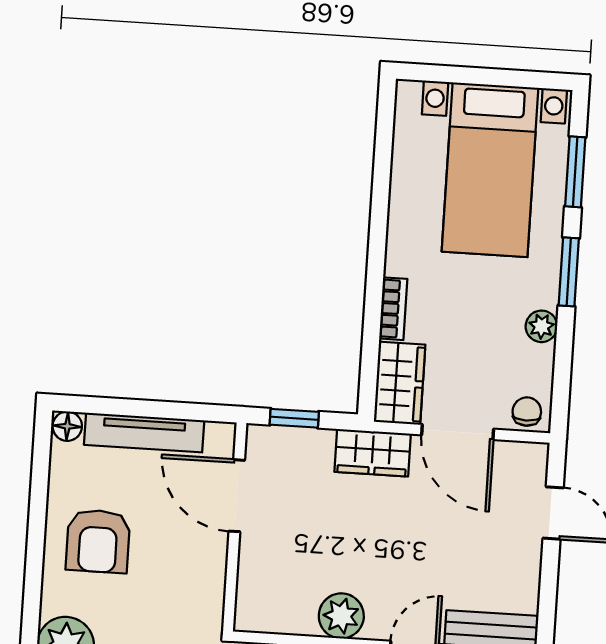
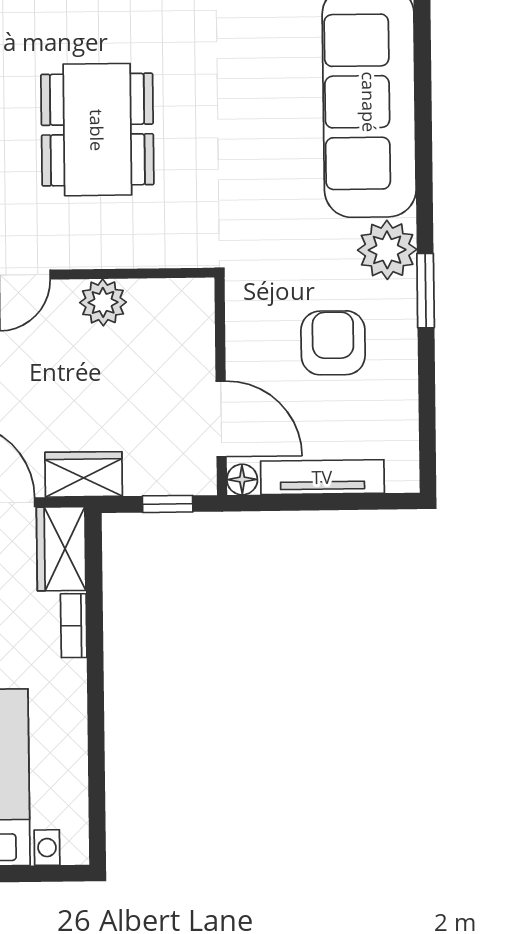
floor lamp: (67, 426) -> (242, 479), moved
armchair: (98, 541) -> (333, 343), moved
window: (32, 603) -> (426, 291), added

